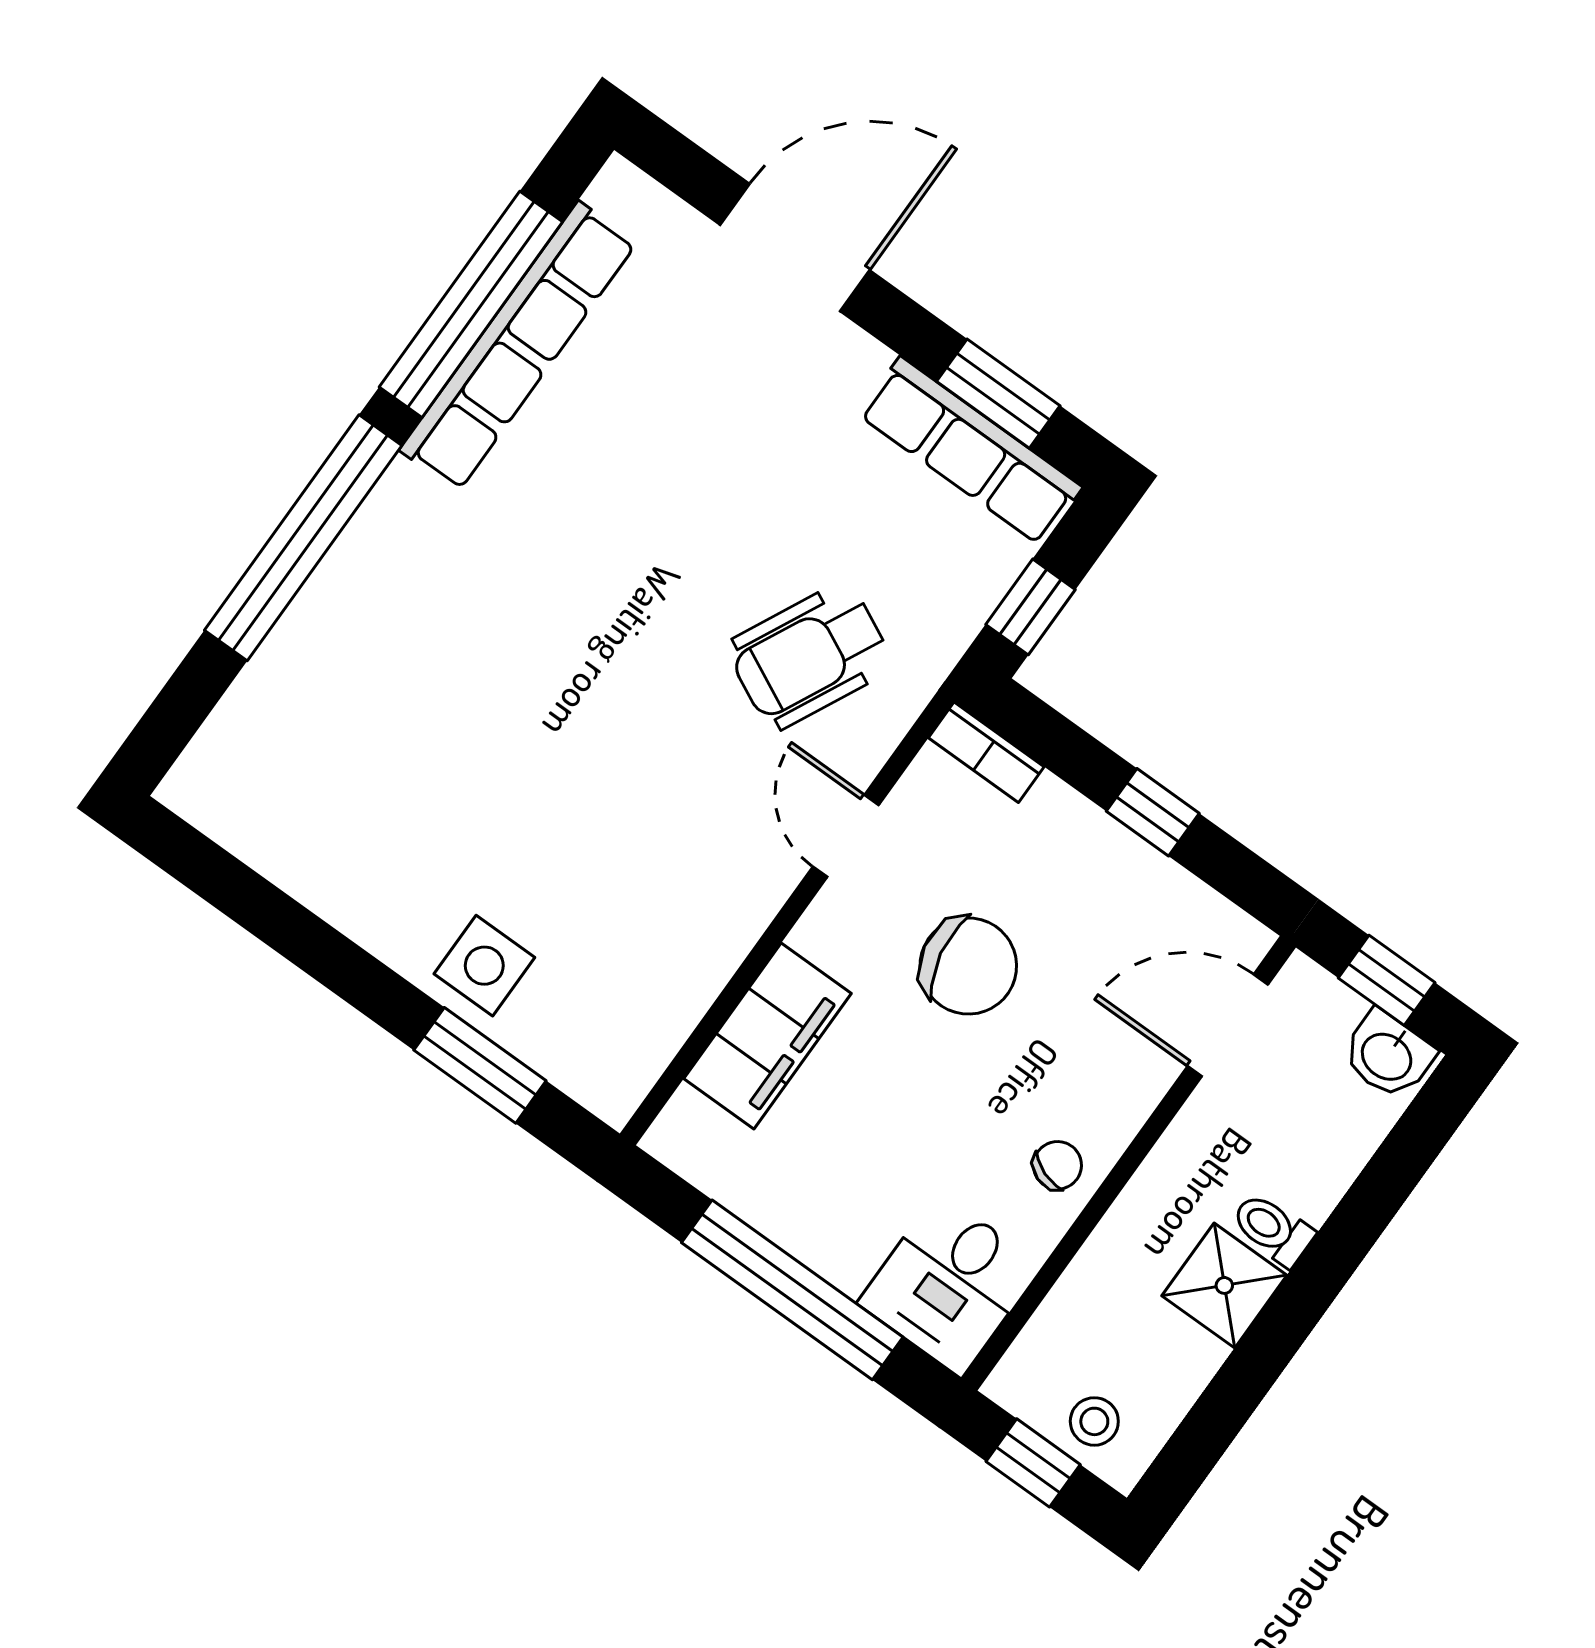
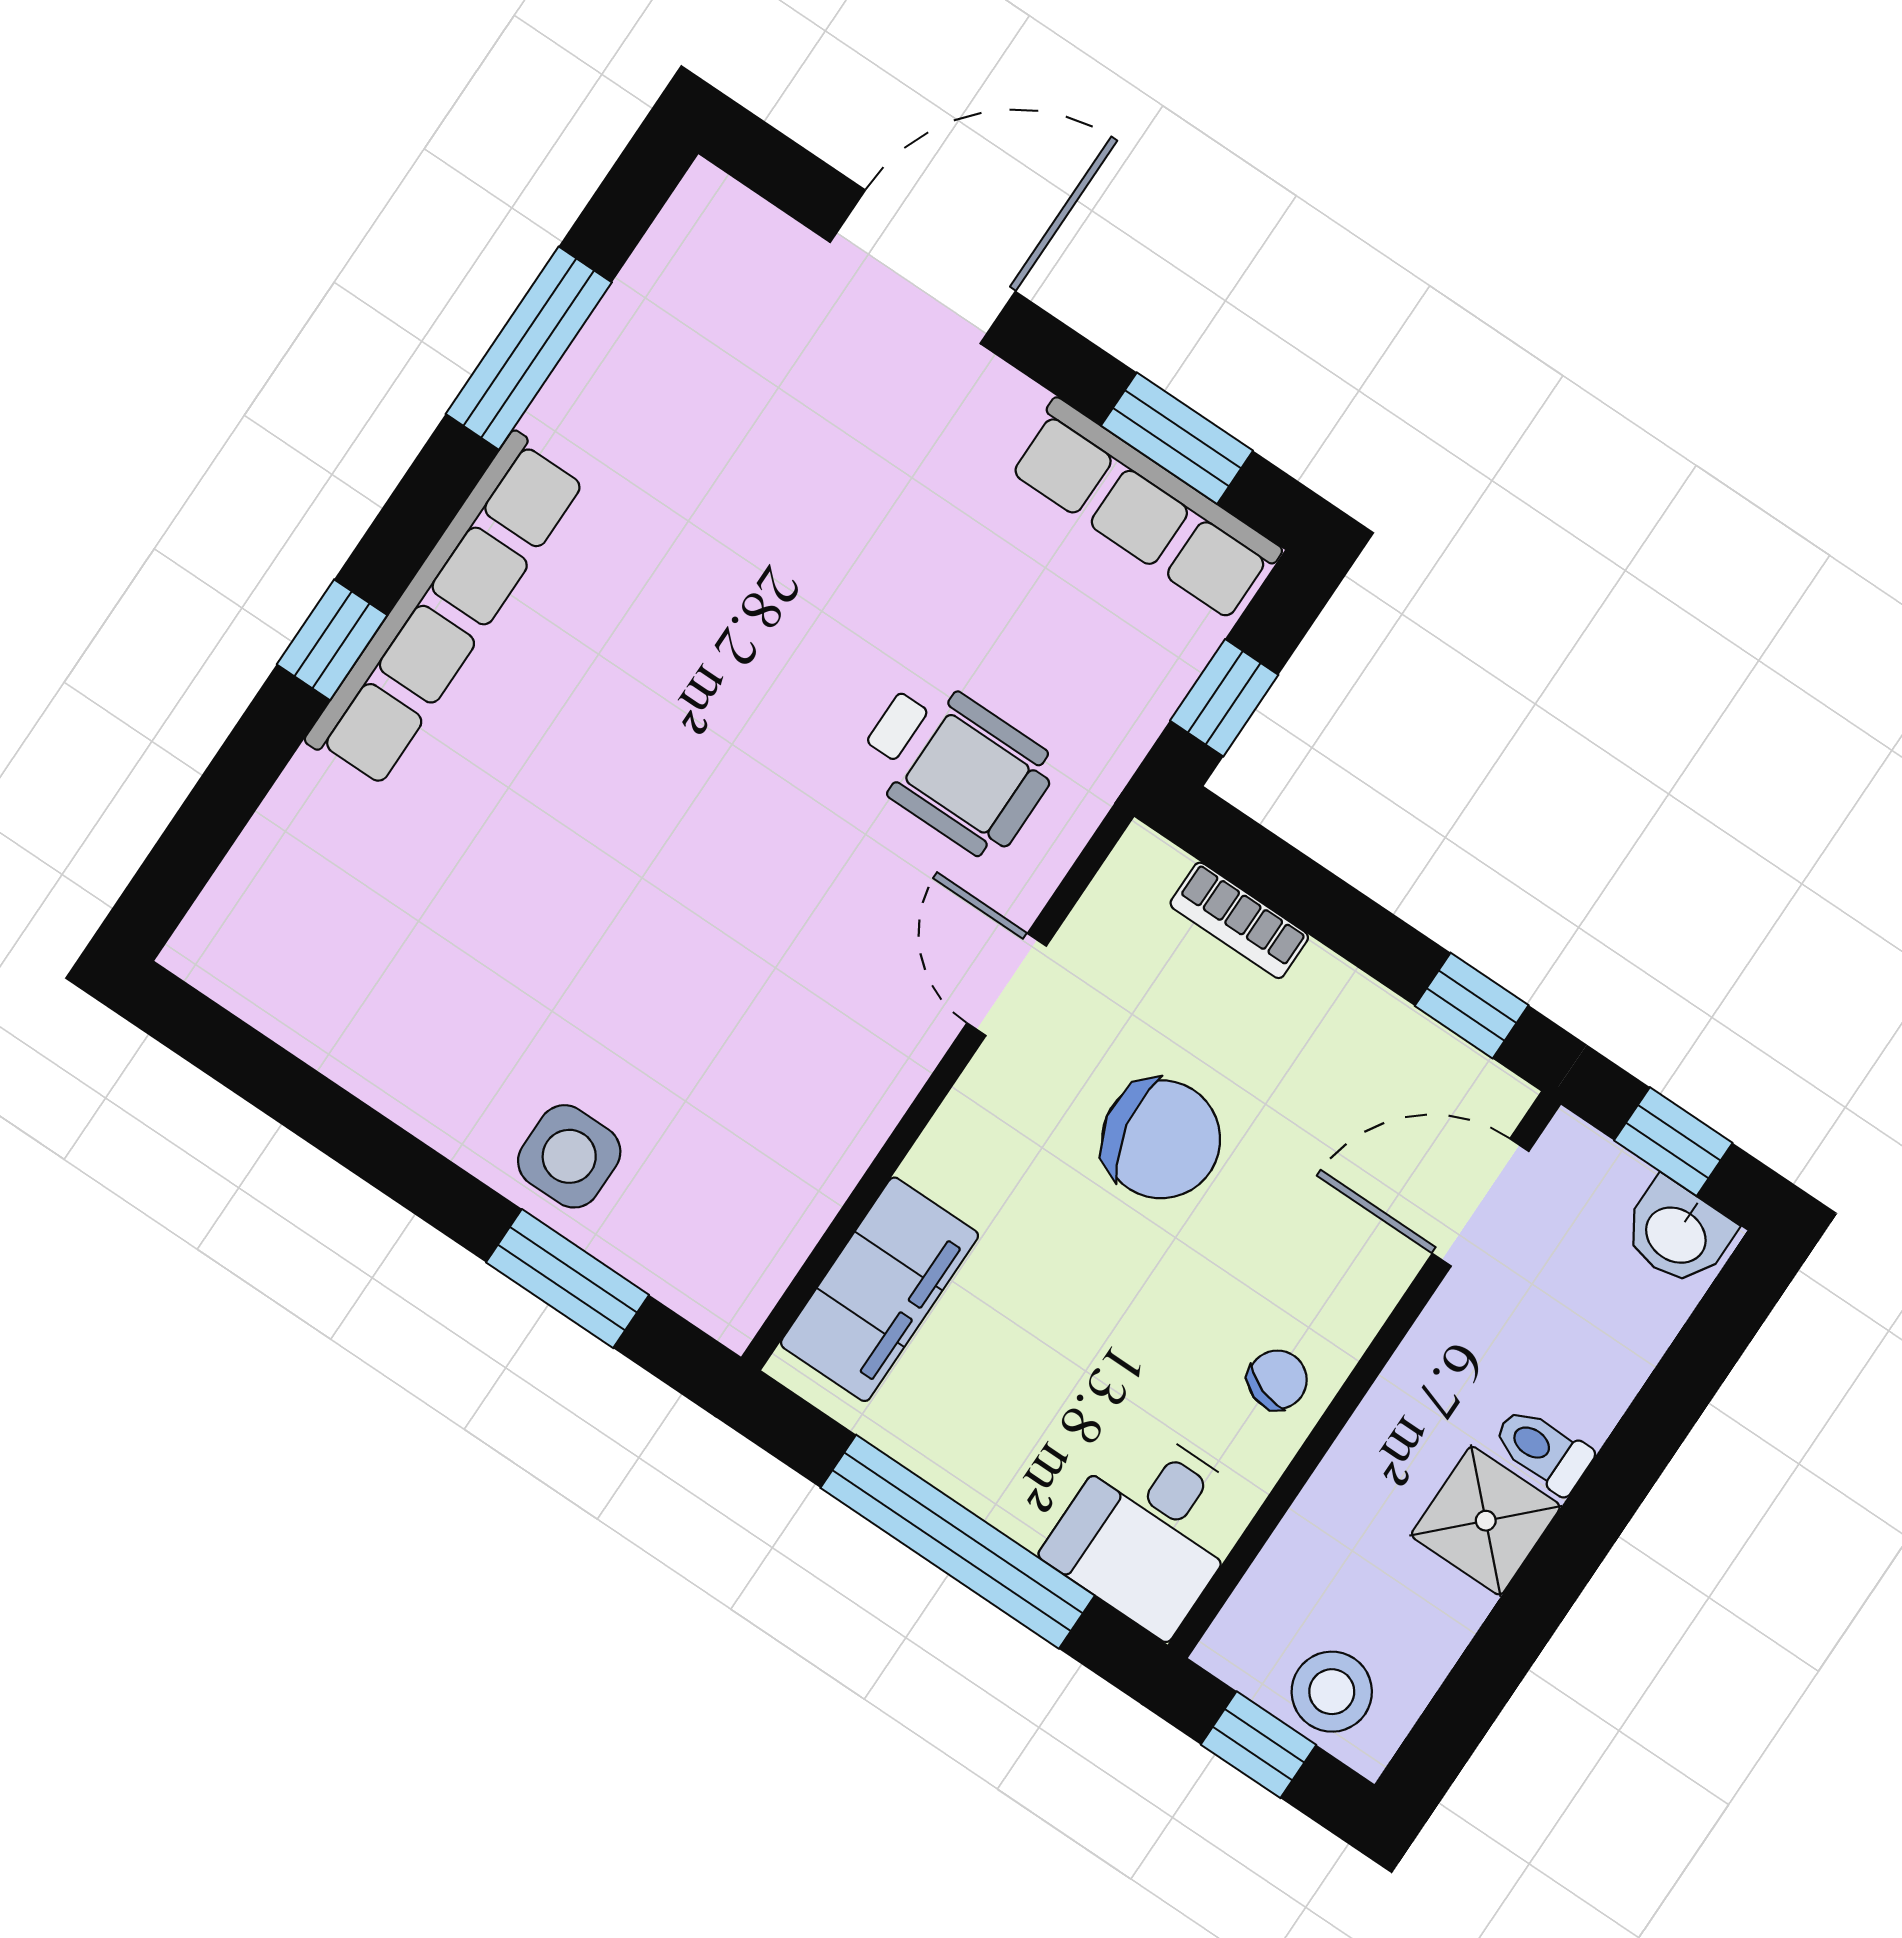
window: (471, 304) -> (529, 348), width x0.68
row of seats: (518, 346) -> (445, 610), moved
window: (303, 538) -> (332, 640), width x0.32
wheelchair: (810, 656) -> (956, 766), turned -116
bookcase: (986, 752) -> (1239, 920), moved
window: (1153, 812) -> (1472, 1006), moved
filing cabinet: (767, 1036) -> (880, 1289), moved
stool: (1094, 1421) -> (1332, 1692), width x1.37, depth x1.37

